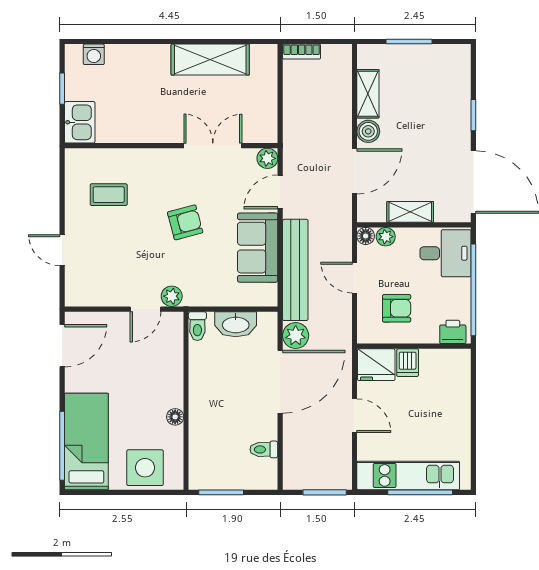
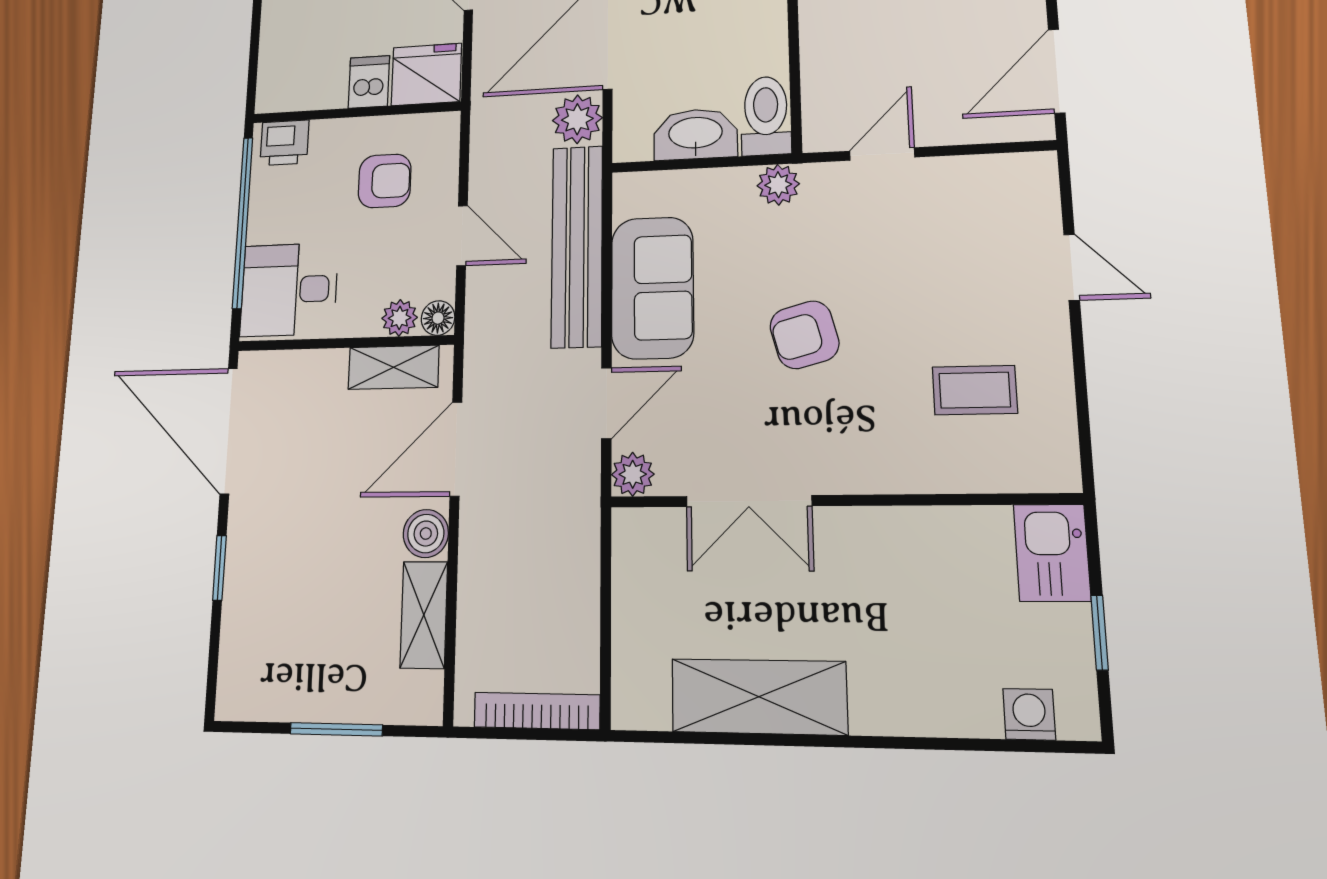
bookcase: (302, 52) -> (537, 711), width x1.56
shelving: (410, 212) -> (394, 367), moved
plant: (172, 296) -> (778, 185), moved
armchair: (397, 308) -> (385, 181), turned 180
toilet: (197, 326) -> (766, 116), width x1.37, depth x1.39

